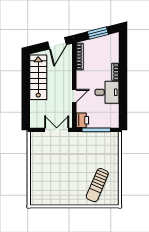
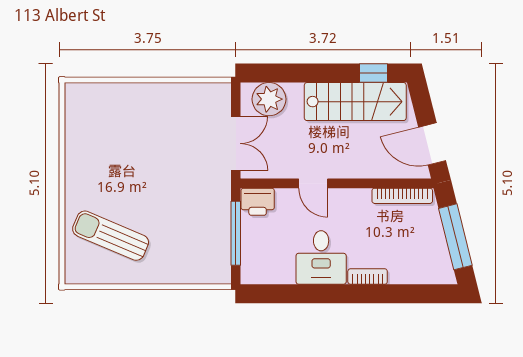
window: (98, 33) -> (455, 237), width x1.44
window: (26, 69) -> (373, 73), added
plant: (37, 115) -> (269, 99), added

